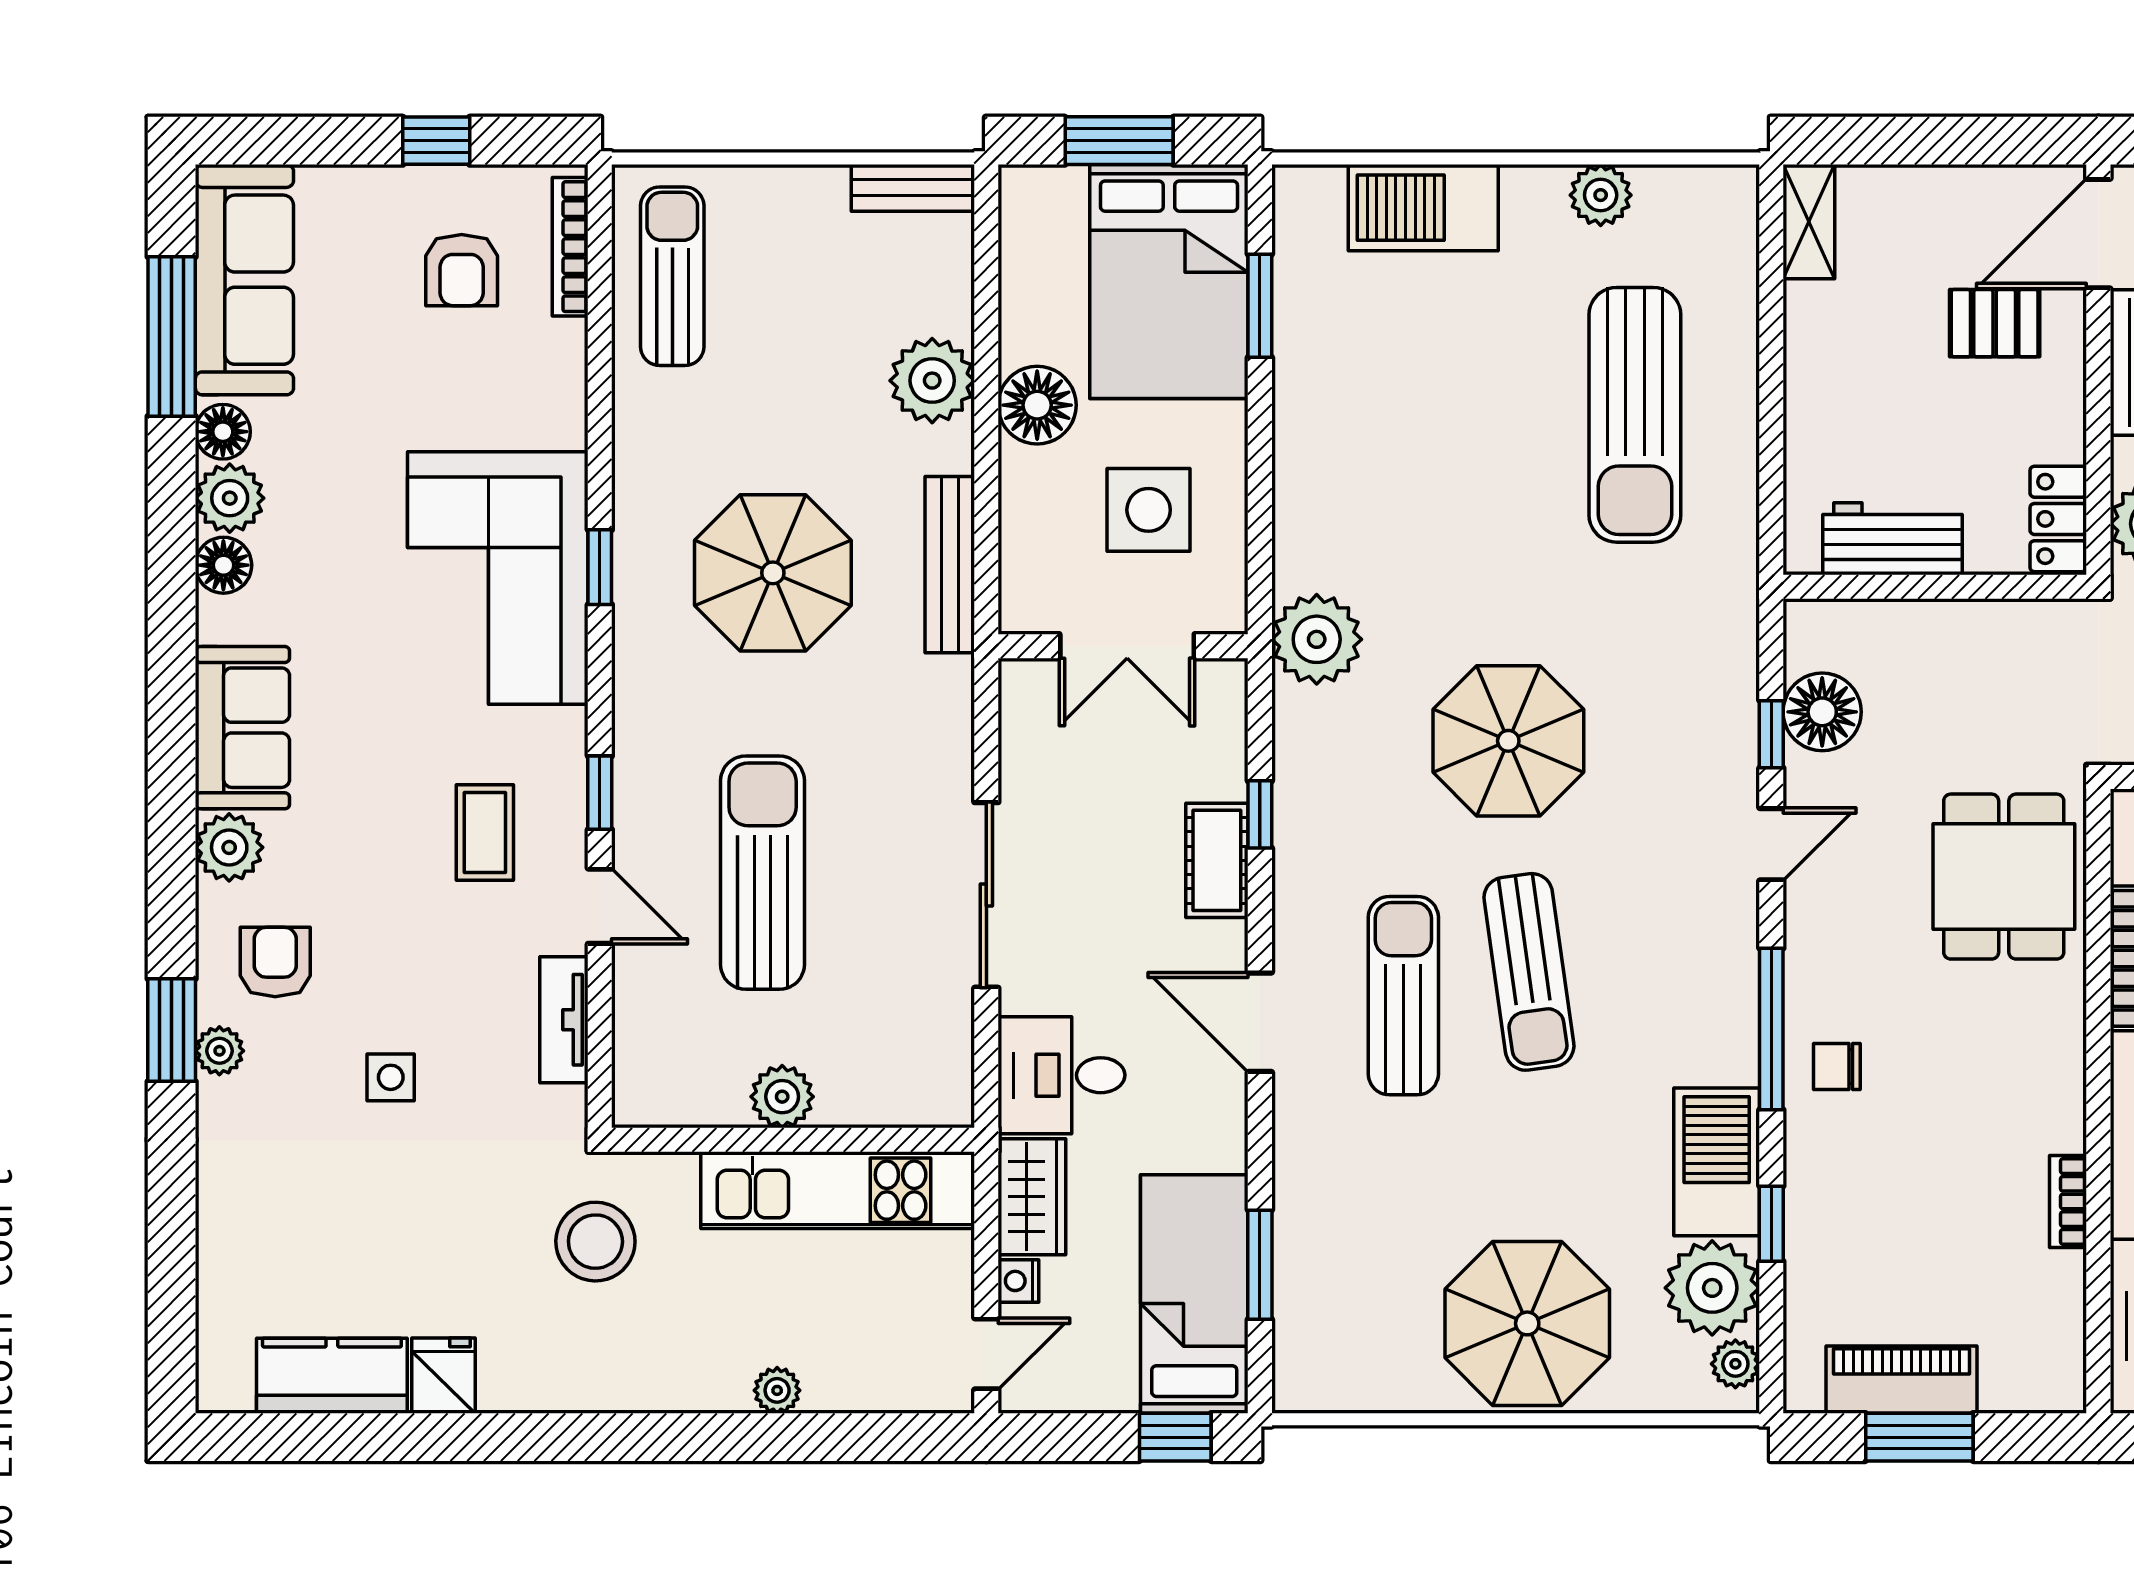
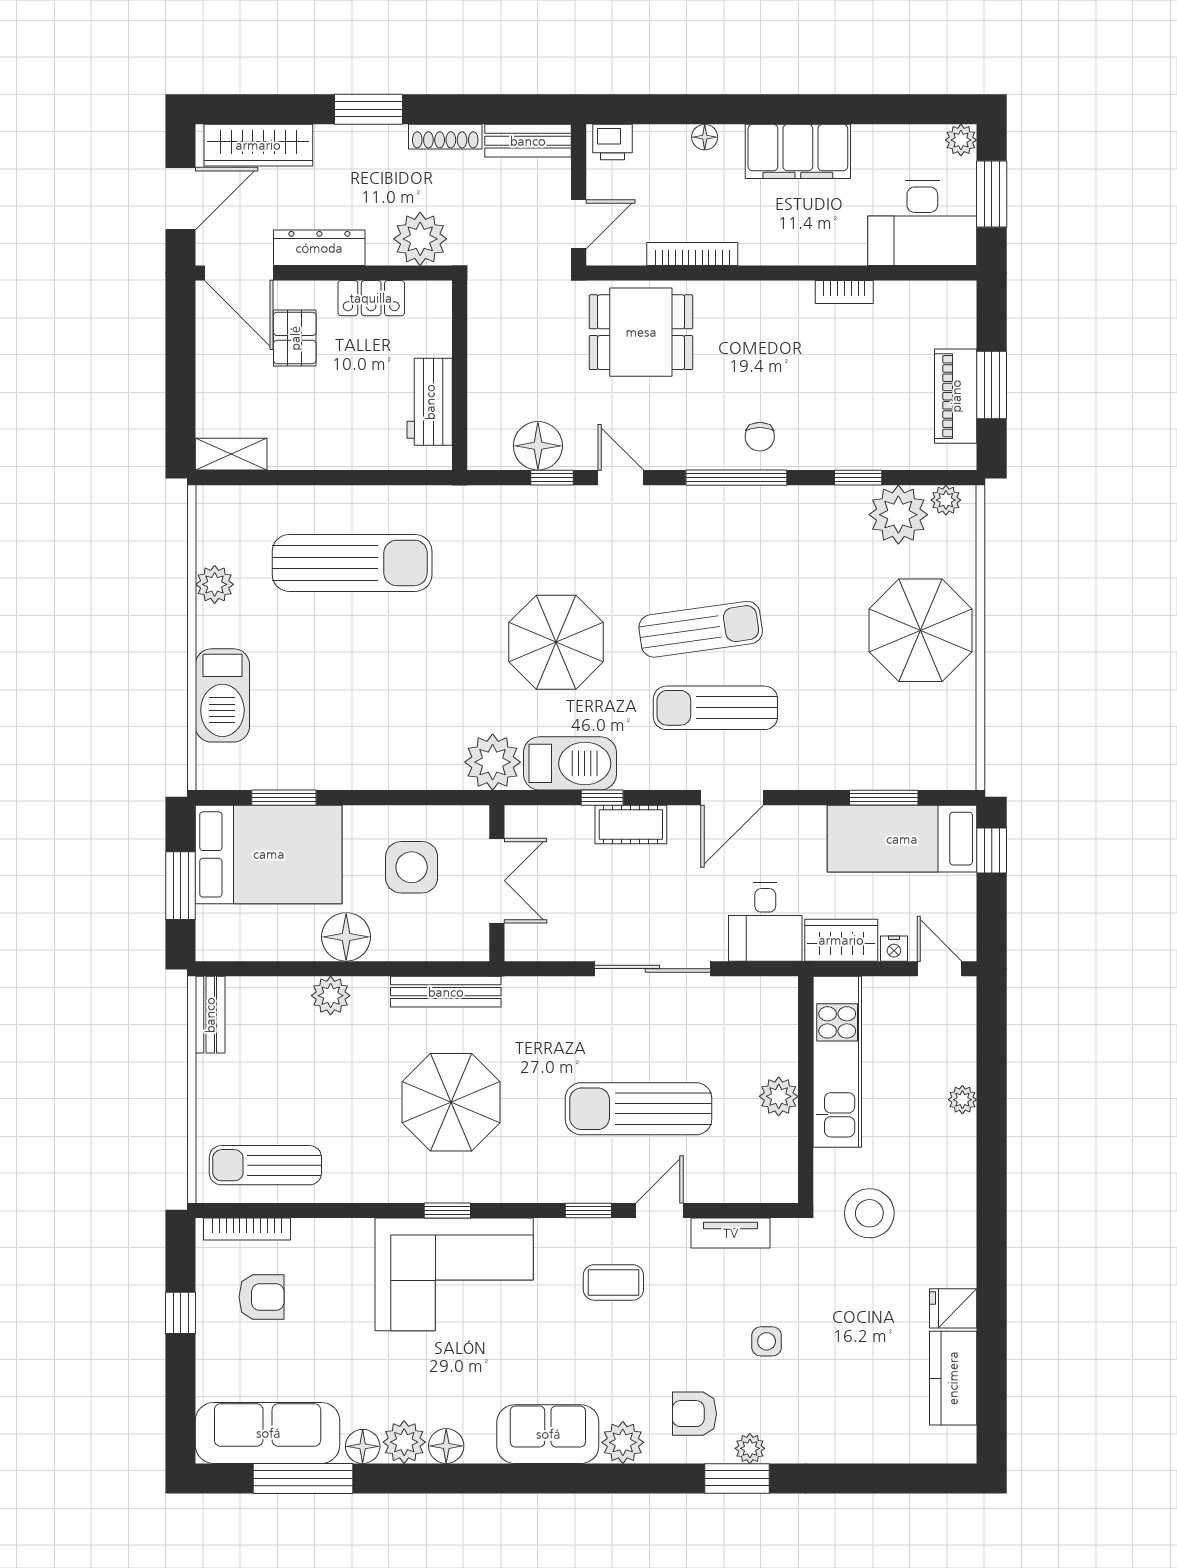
plant: (932, 381) -> (331, 996), width x0.73, depth x0.73
locker: (2058, 519) -> (371, 298), moved
barbecue: (1717, 1162) -> (570, 763), moved, turned 180

